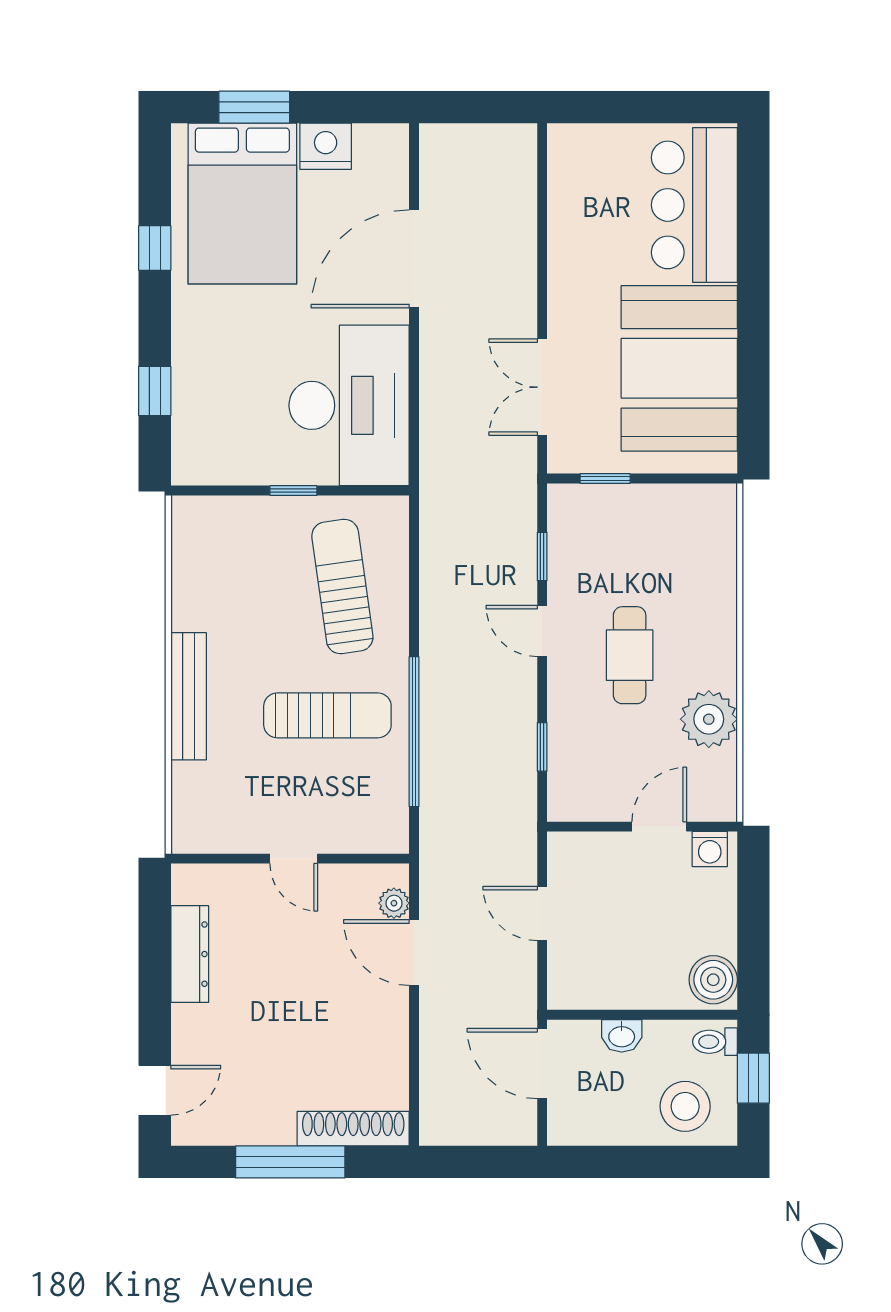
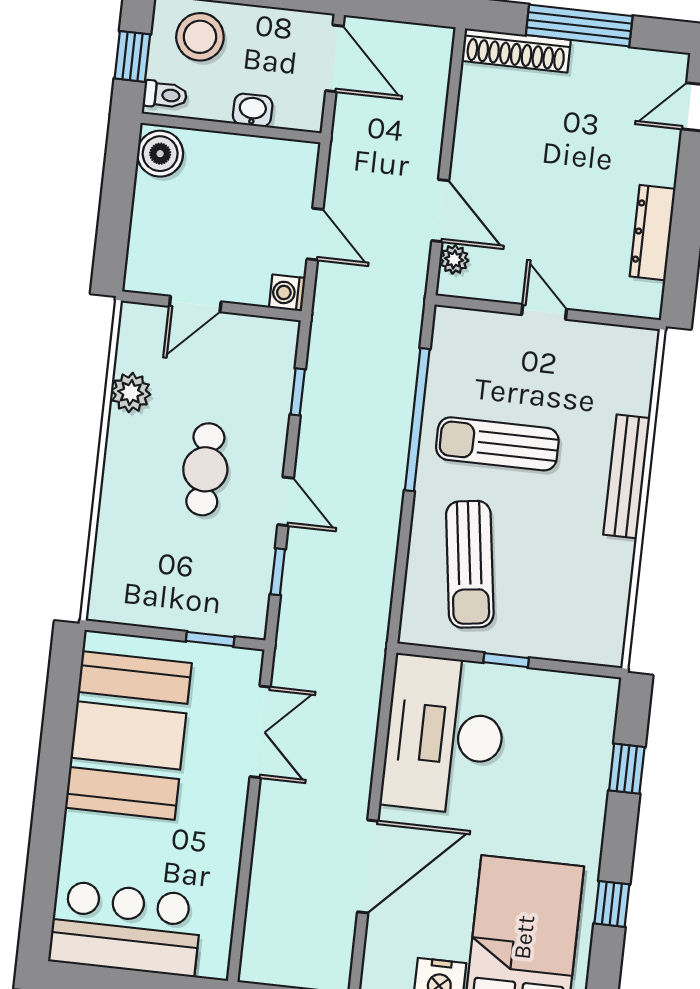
bar counter: (694, 205) -> (126, 929), moved, turned -90
plant: (709, 719) -> (131, 393), width x0.73, depth x0.73
washing machine: (710, 849) -> (287, 293), moved, turned -90
door: (542, 1064) -> (334, 58), moved

